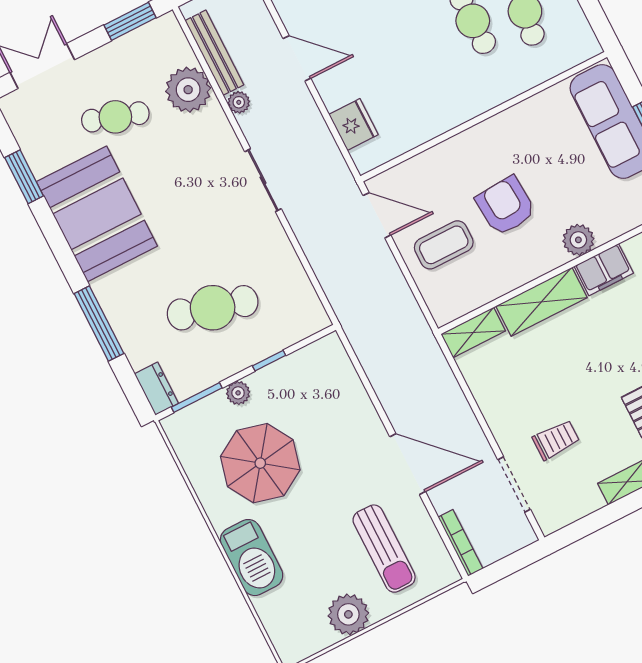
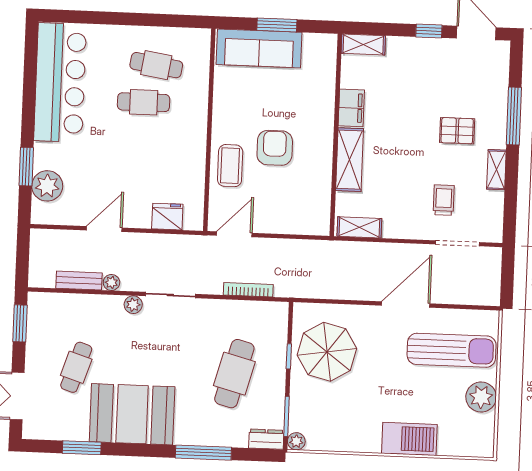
bench: (214, 53) -> (79, 281), width x0.73
plant: (188, 90) -> (133, 305), moved, width x0.53, depth x0.53
armchair: (506, 206) -> (275, 148), turned 94
plant: (578, 240) -> (323, 113), removed
coffee table: (444, 245) -> (230, 166), moved
shelving: (473, 332) -> (359, 227), moved, turned 90
plant: (238, 393) -> (296, 441), moved
parasol: (260, 463) -> (327, 352), moved
bookcase: (461, 543) -> (248, 290), moved
sun lounger: (384, 549) -> (452, 350), width x1.36, depth x1.34

